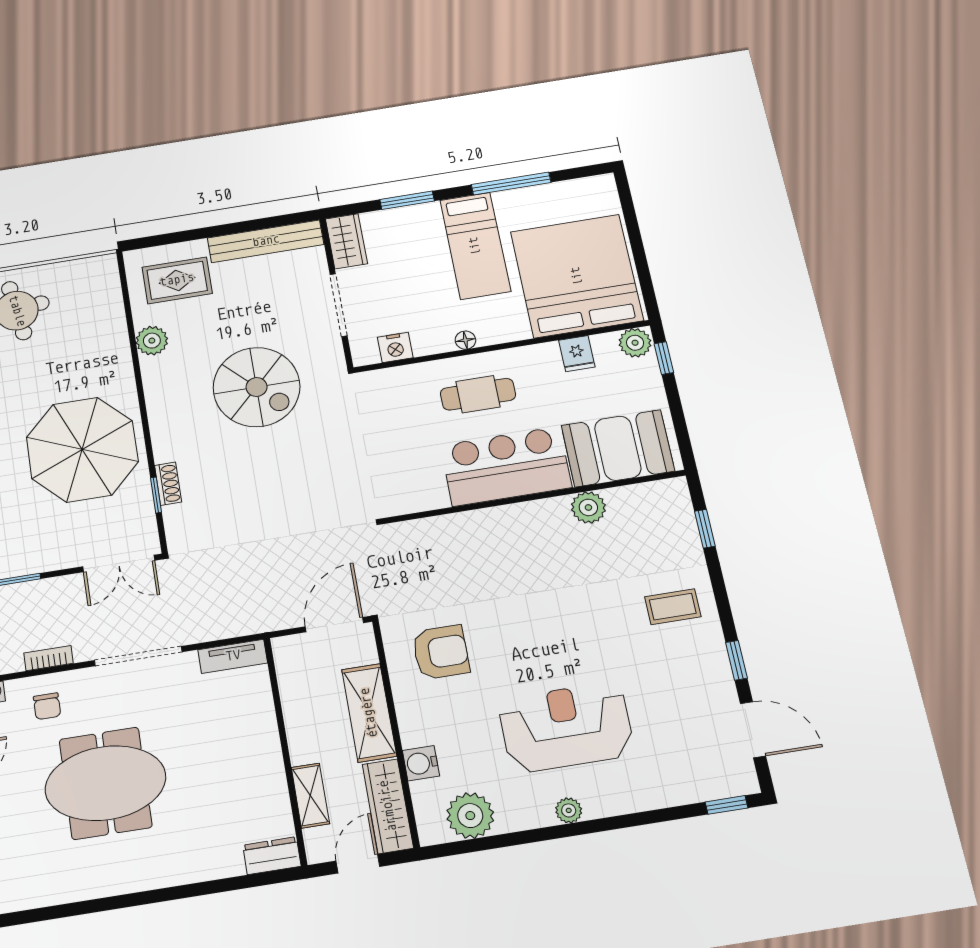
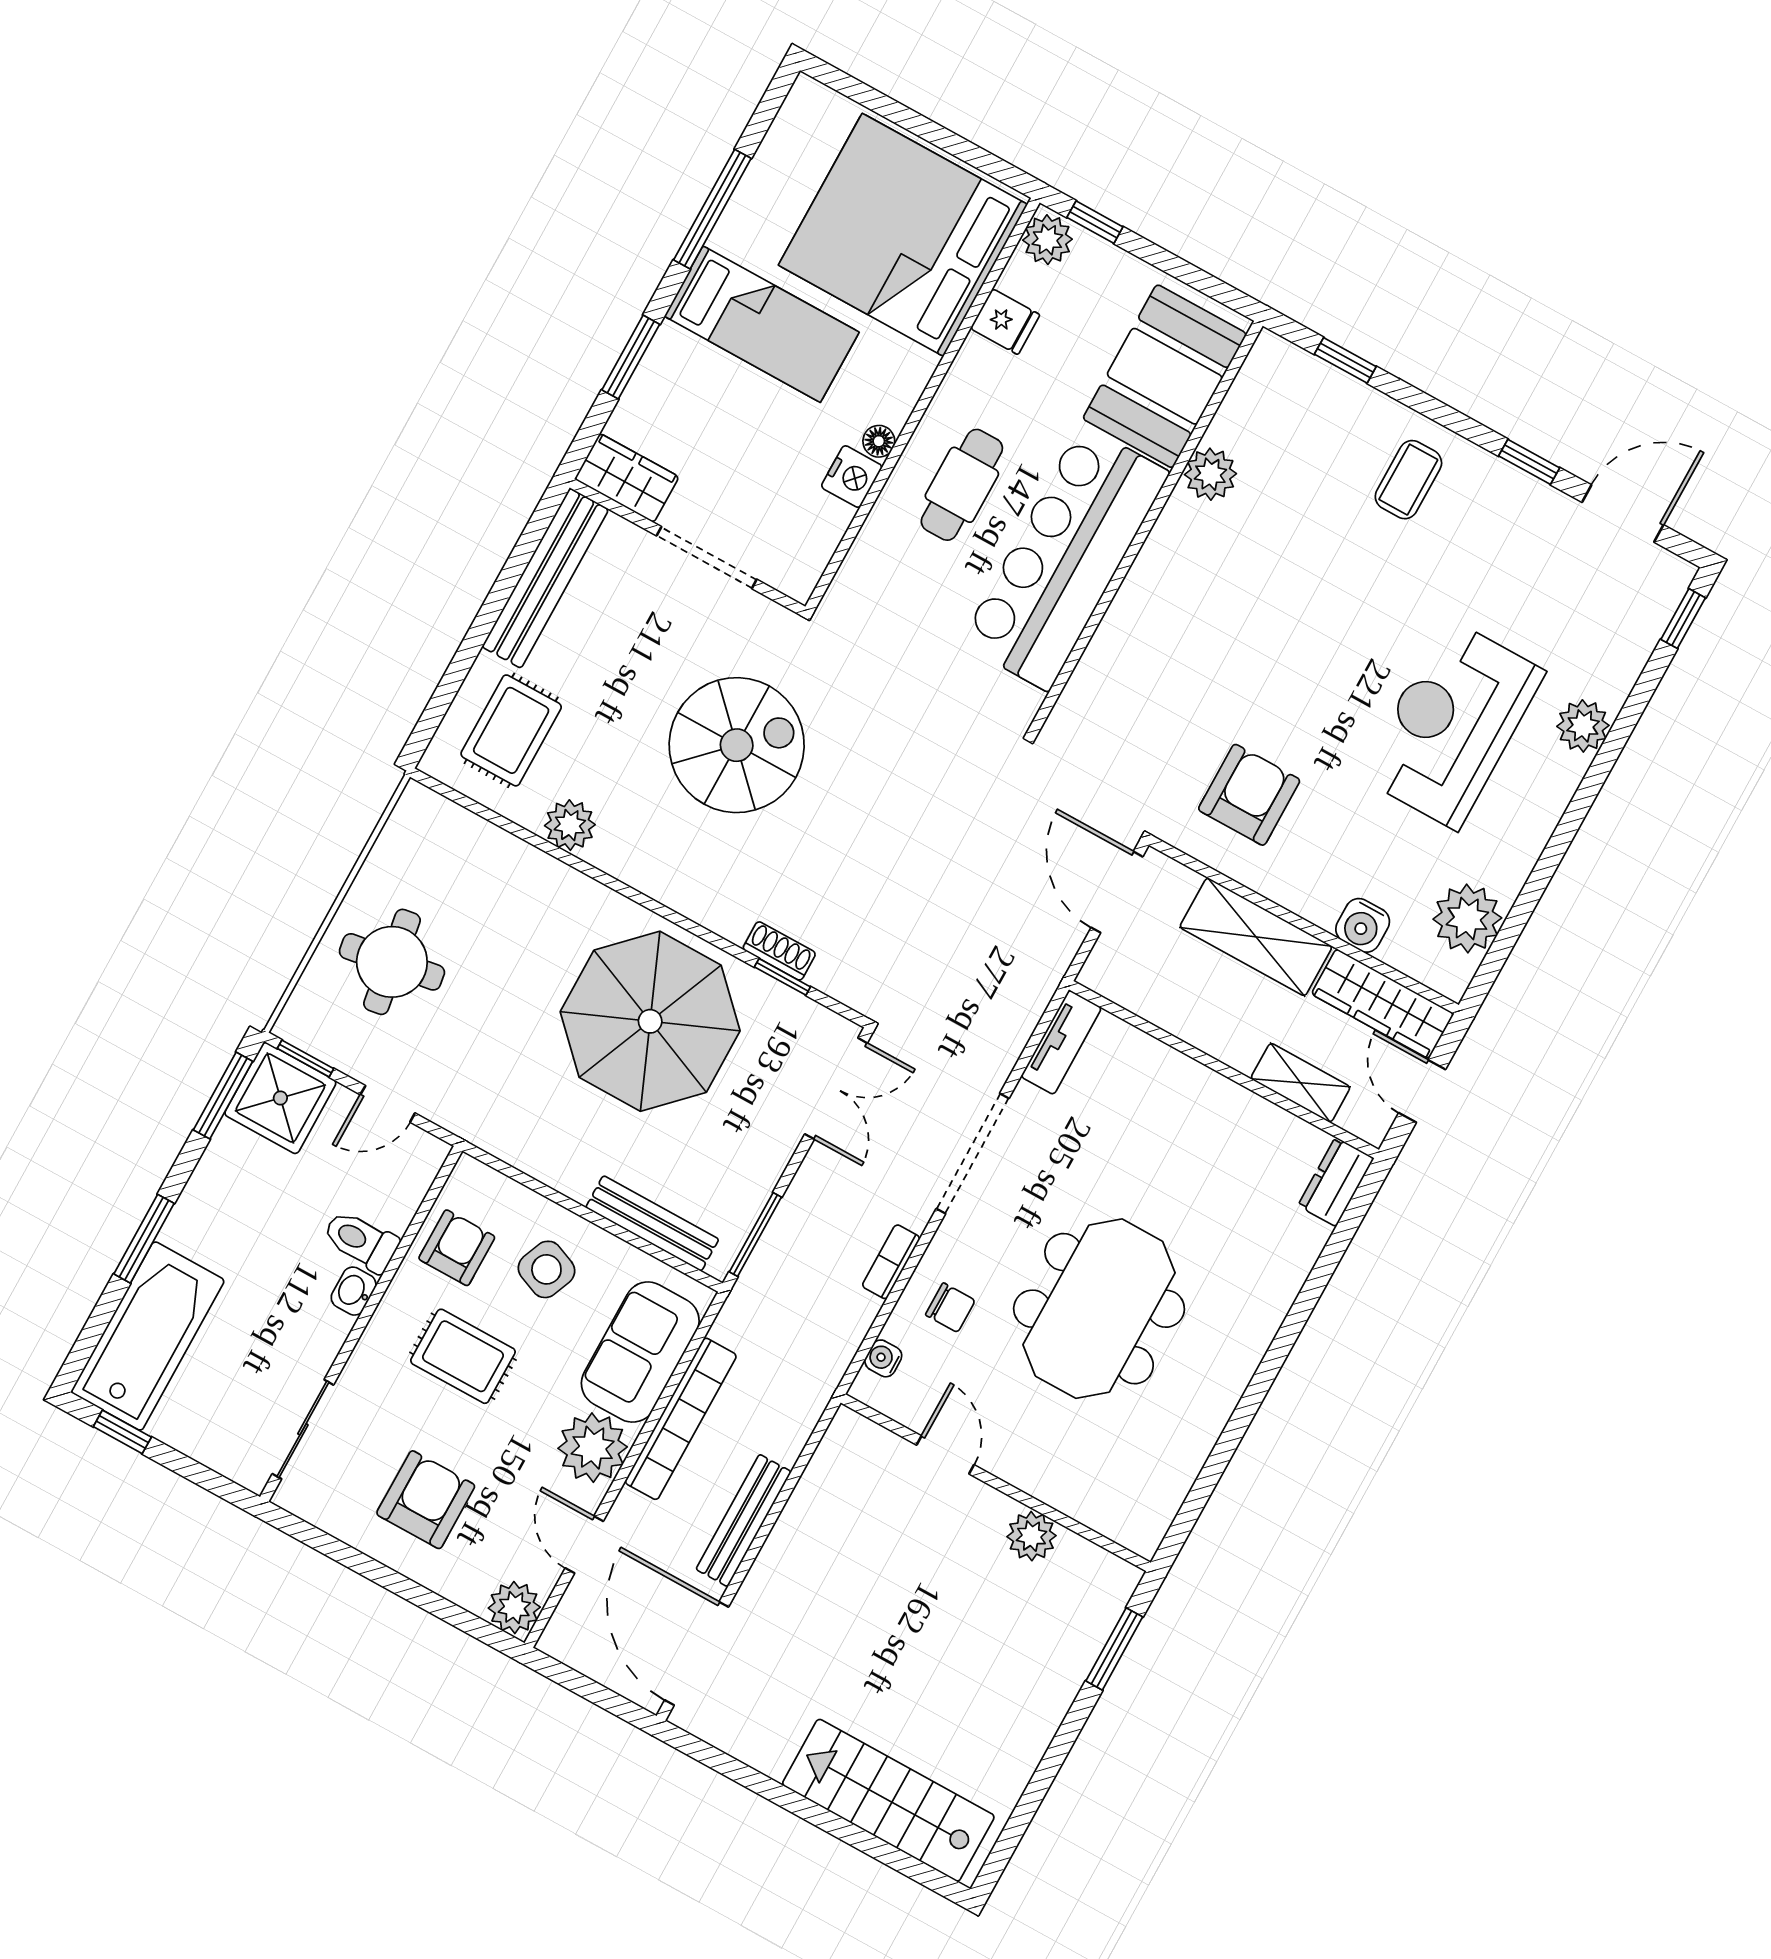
nightstand: (395, 347) -> (852, 477), moved
bar counter: (506, 466) -> (1065, 558), width x1.36
plant: (569, 810) -> (1583, 726), moved, width x1.38, depth x1.38

